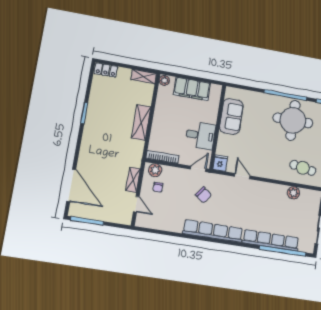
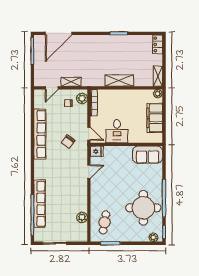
sofa: (231, 117) -> (148, 155), moved
row of seats: (213, 231) -> (40, 134), moved

